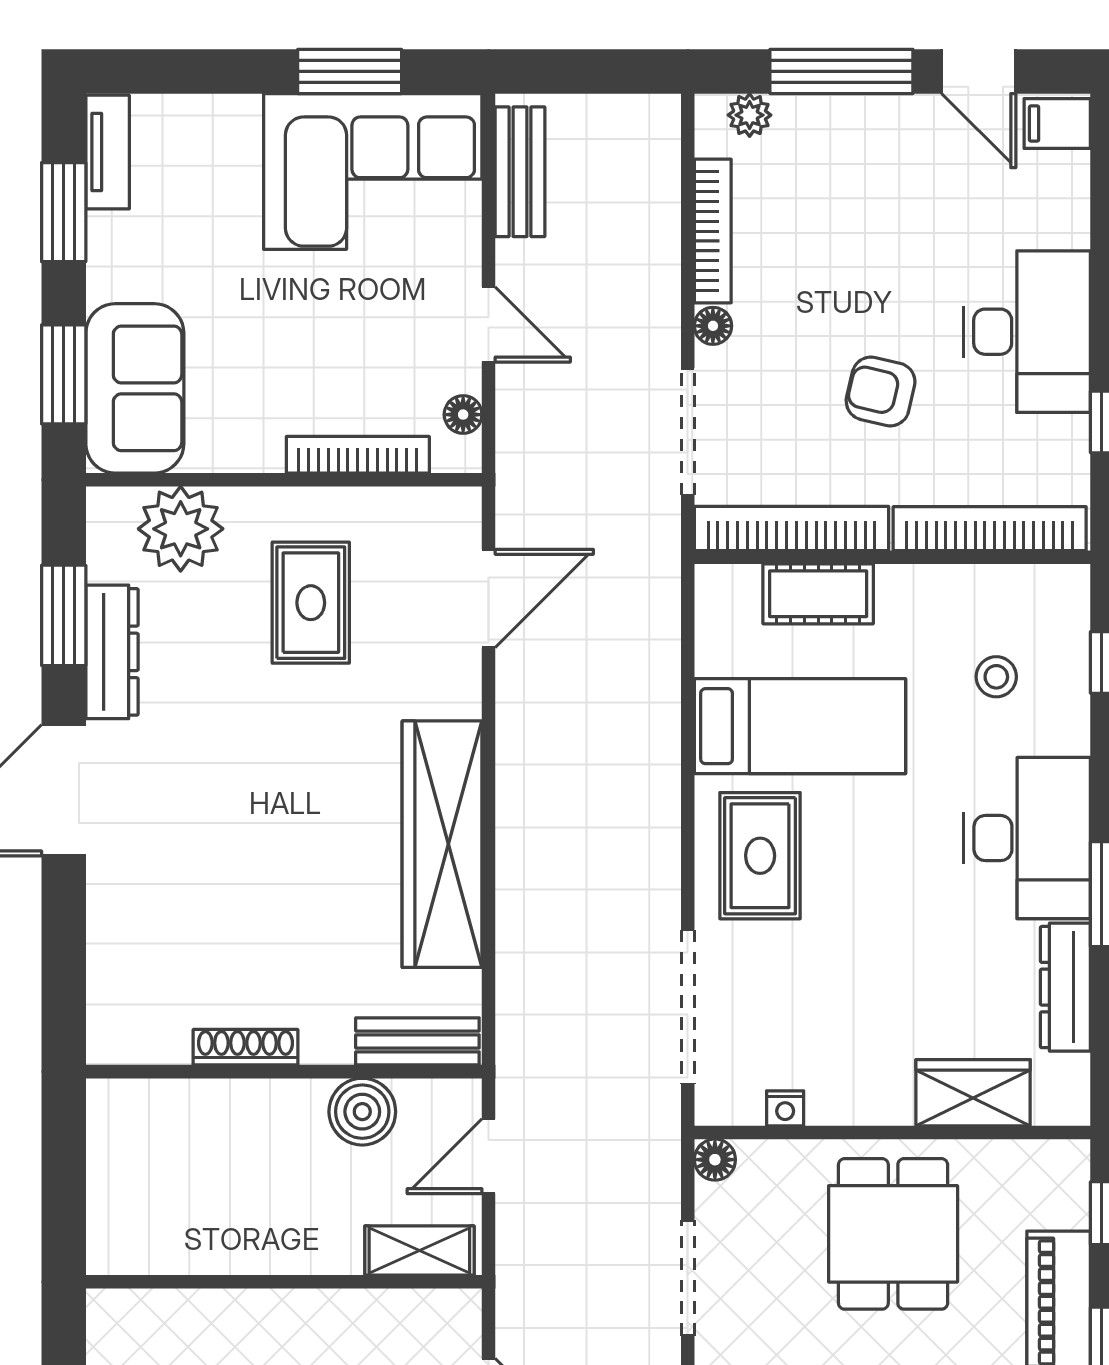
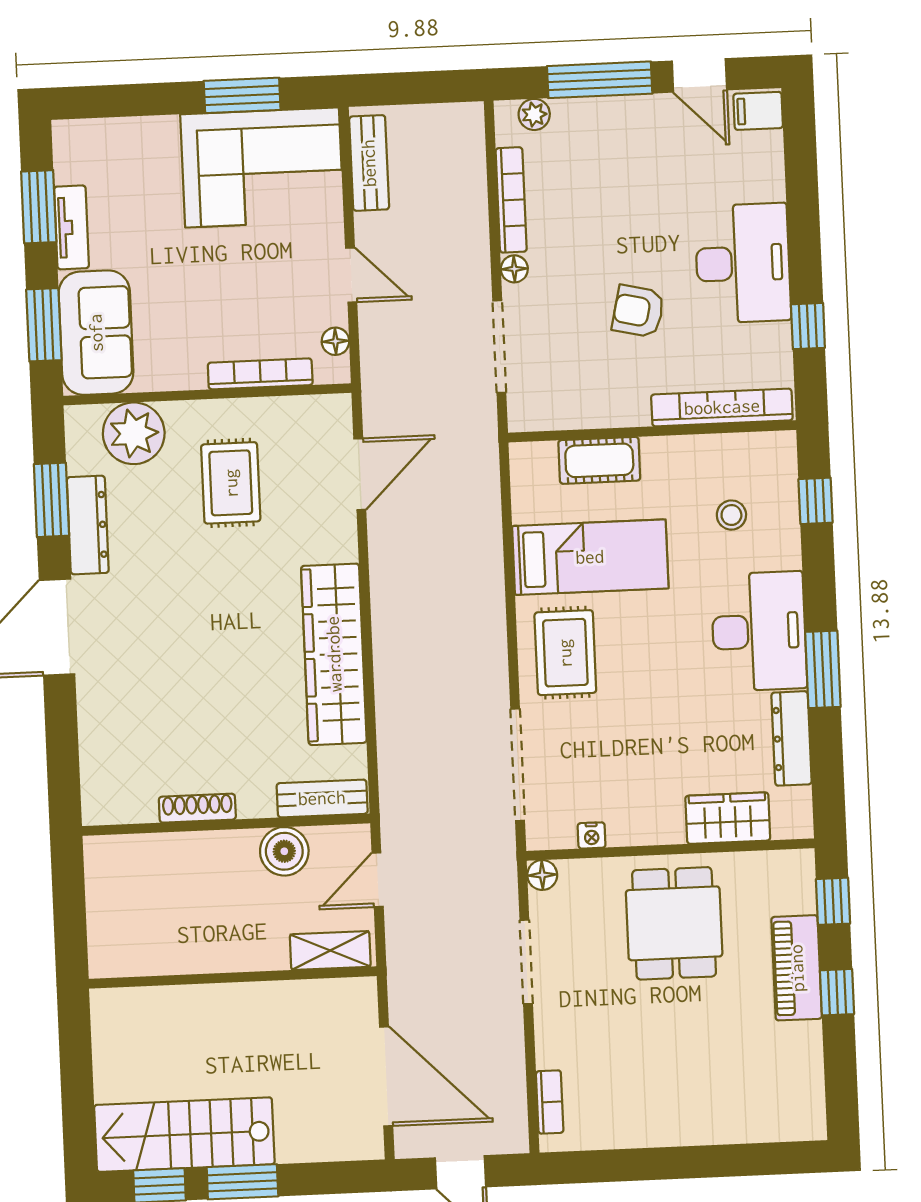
tv unit: (108, 152) -> (72, 227), moved
bookcase: (792, 528) -> (578, 414), removed

